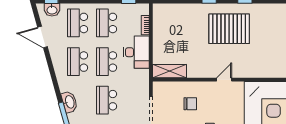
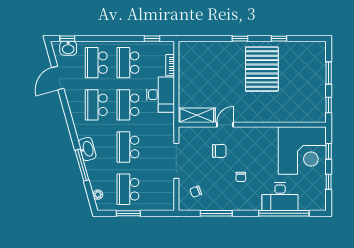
pallet: (229, 29) -> (262, 69), turned 90
door: (42, 37) -> (58, 78), hinge flipped
door: (224, 80) -> (225, 125), moved

